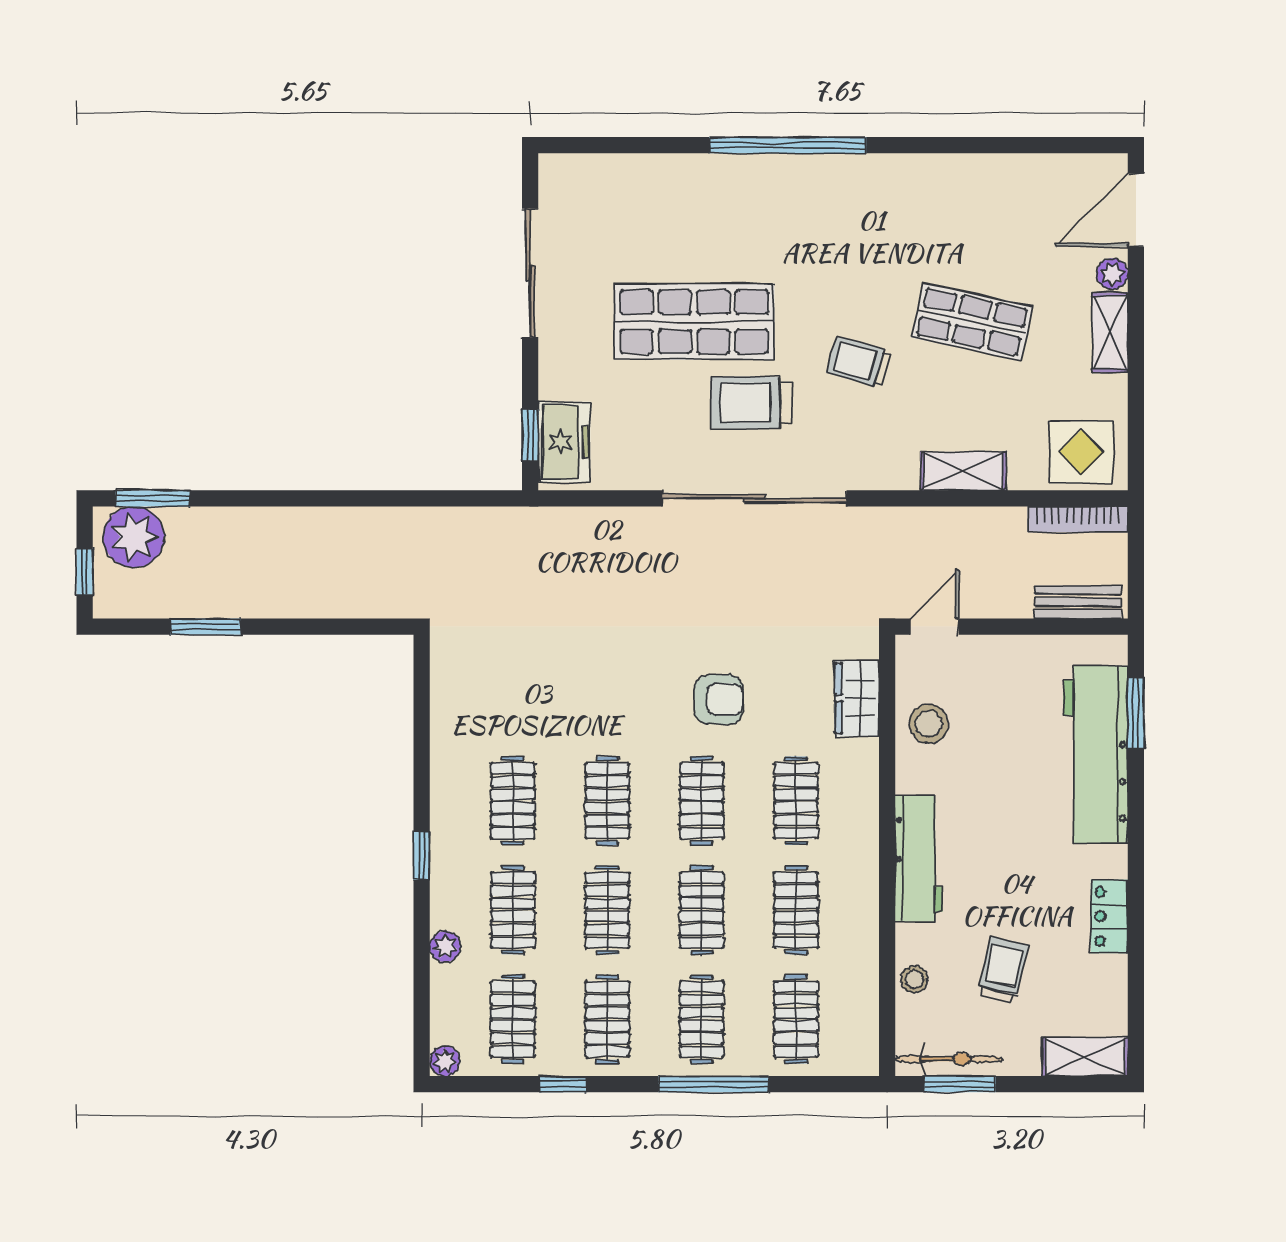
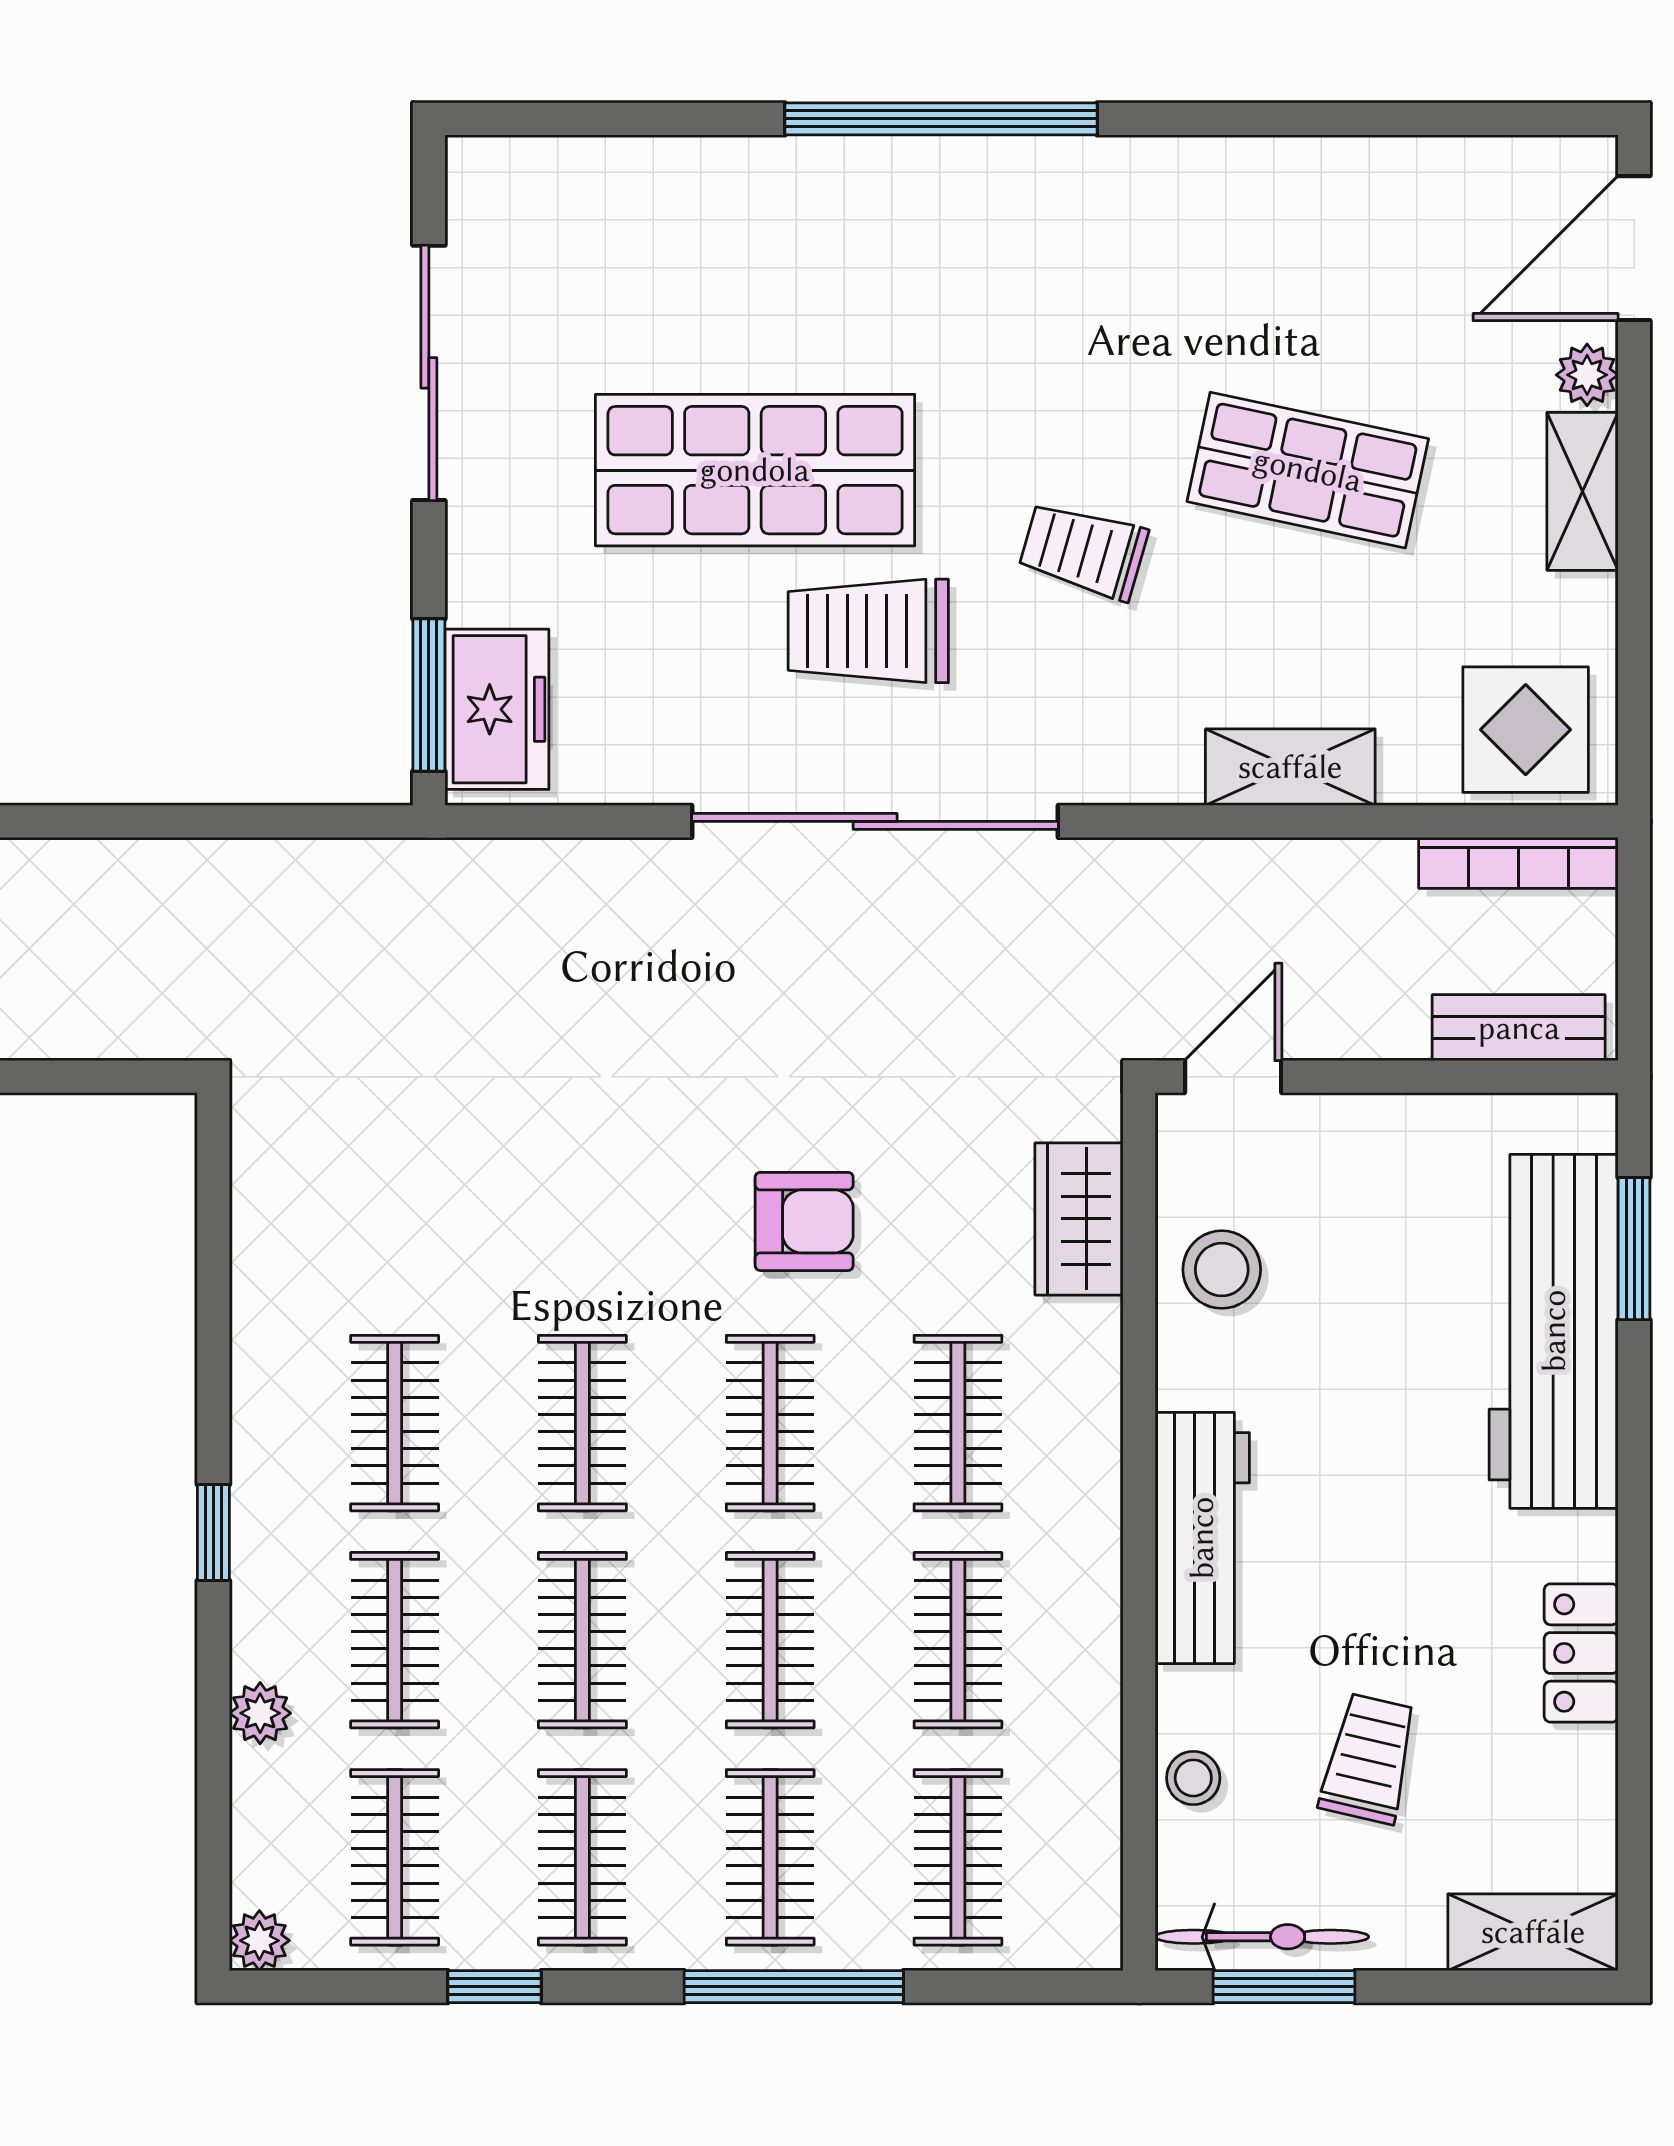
window: (530, 435) -> (429, 695), width x1.50

